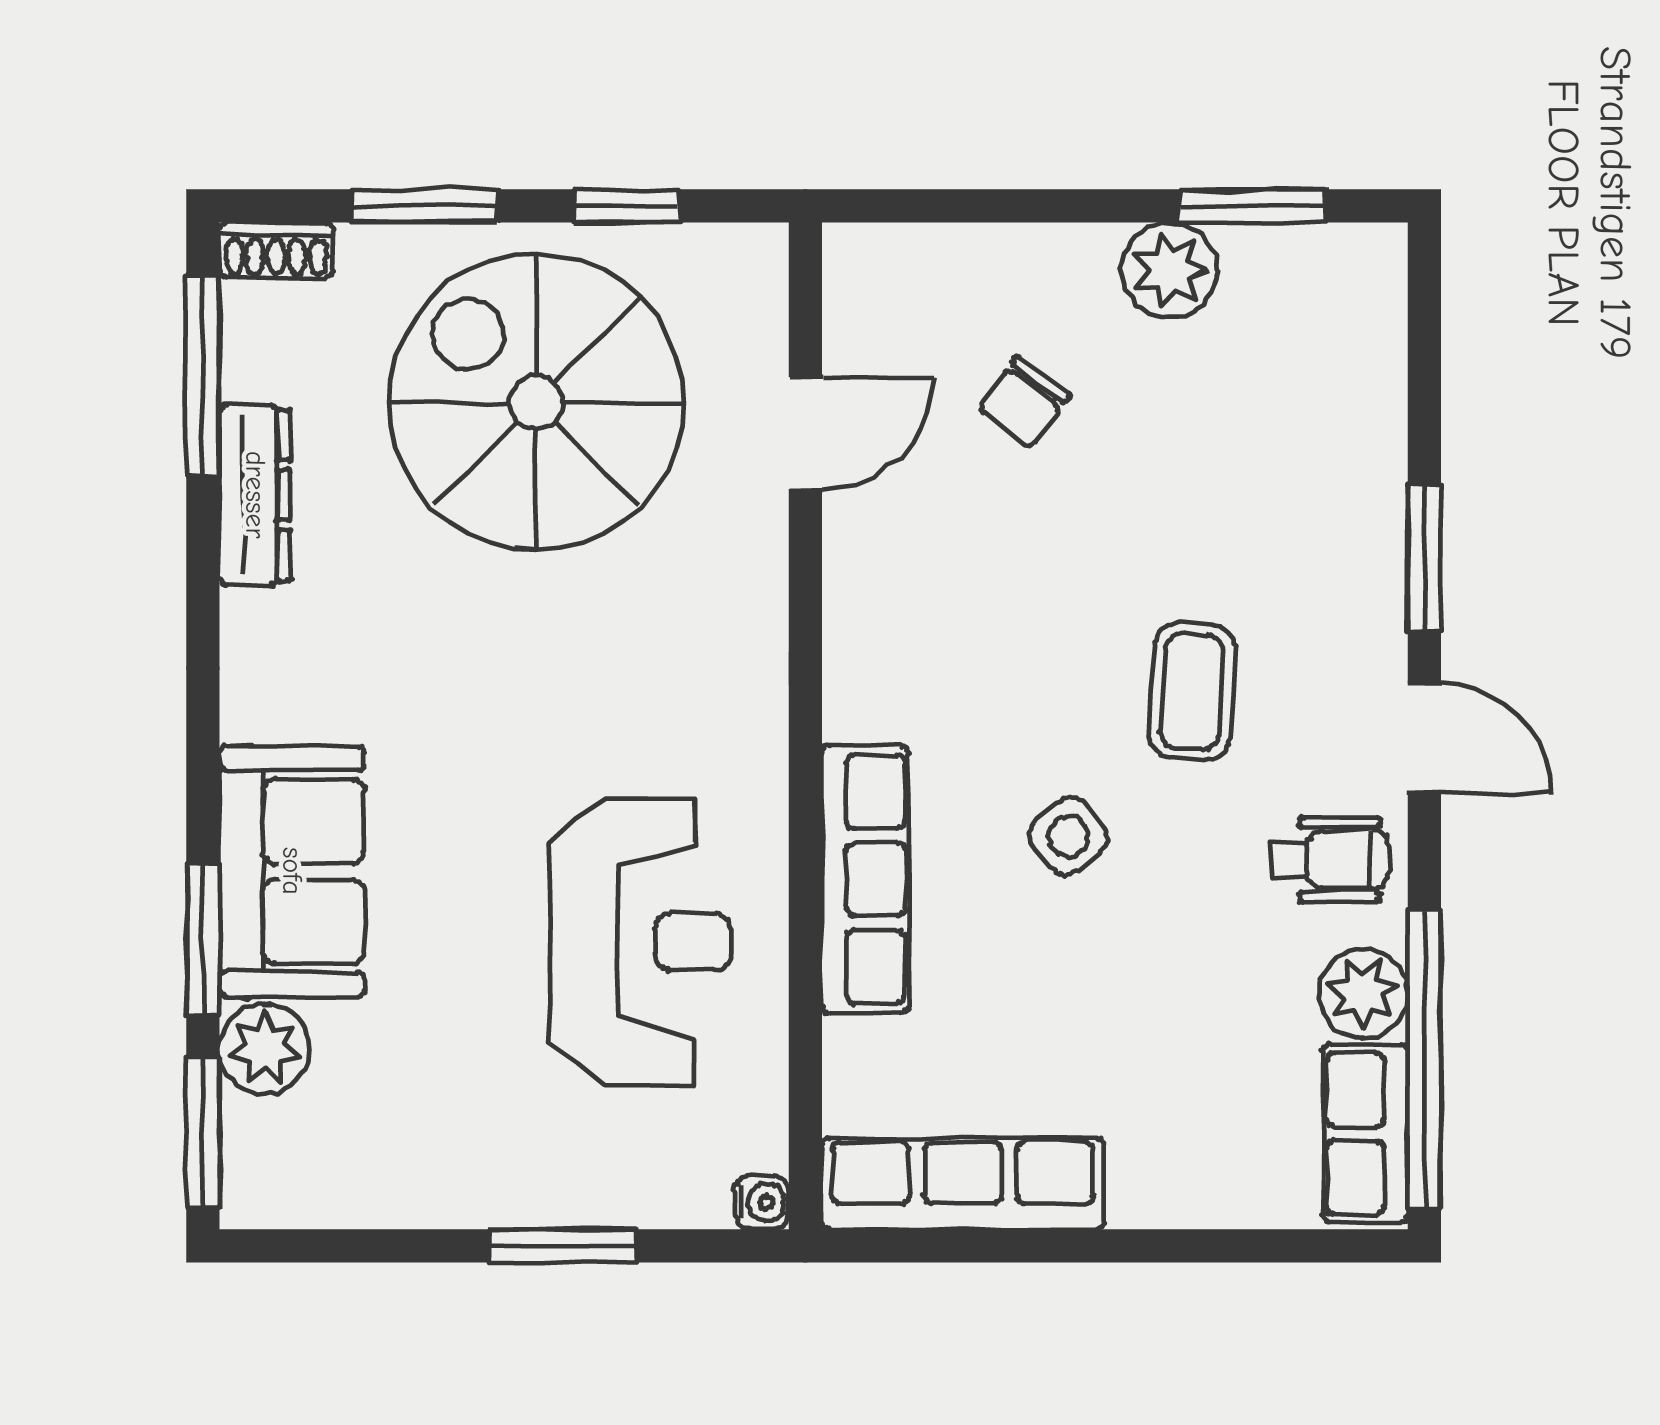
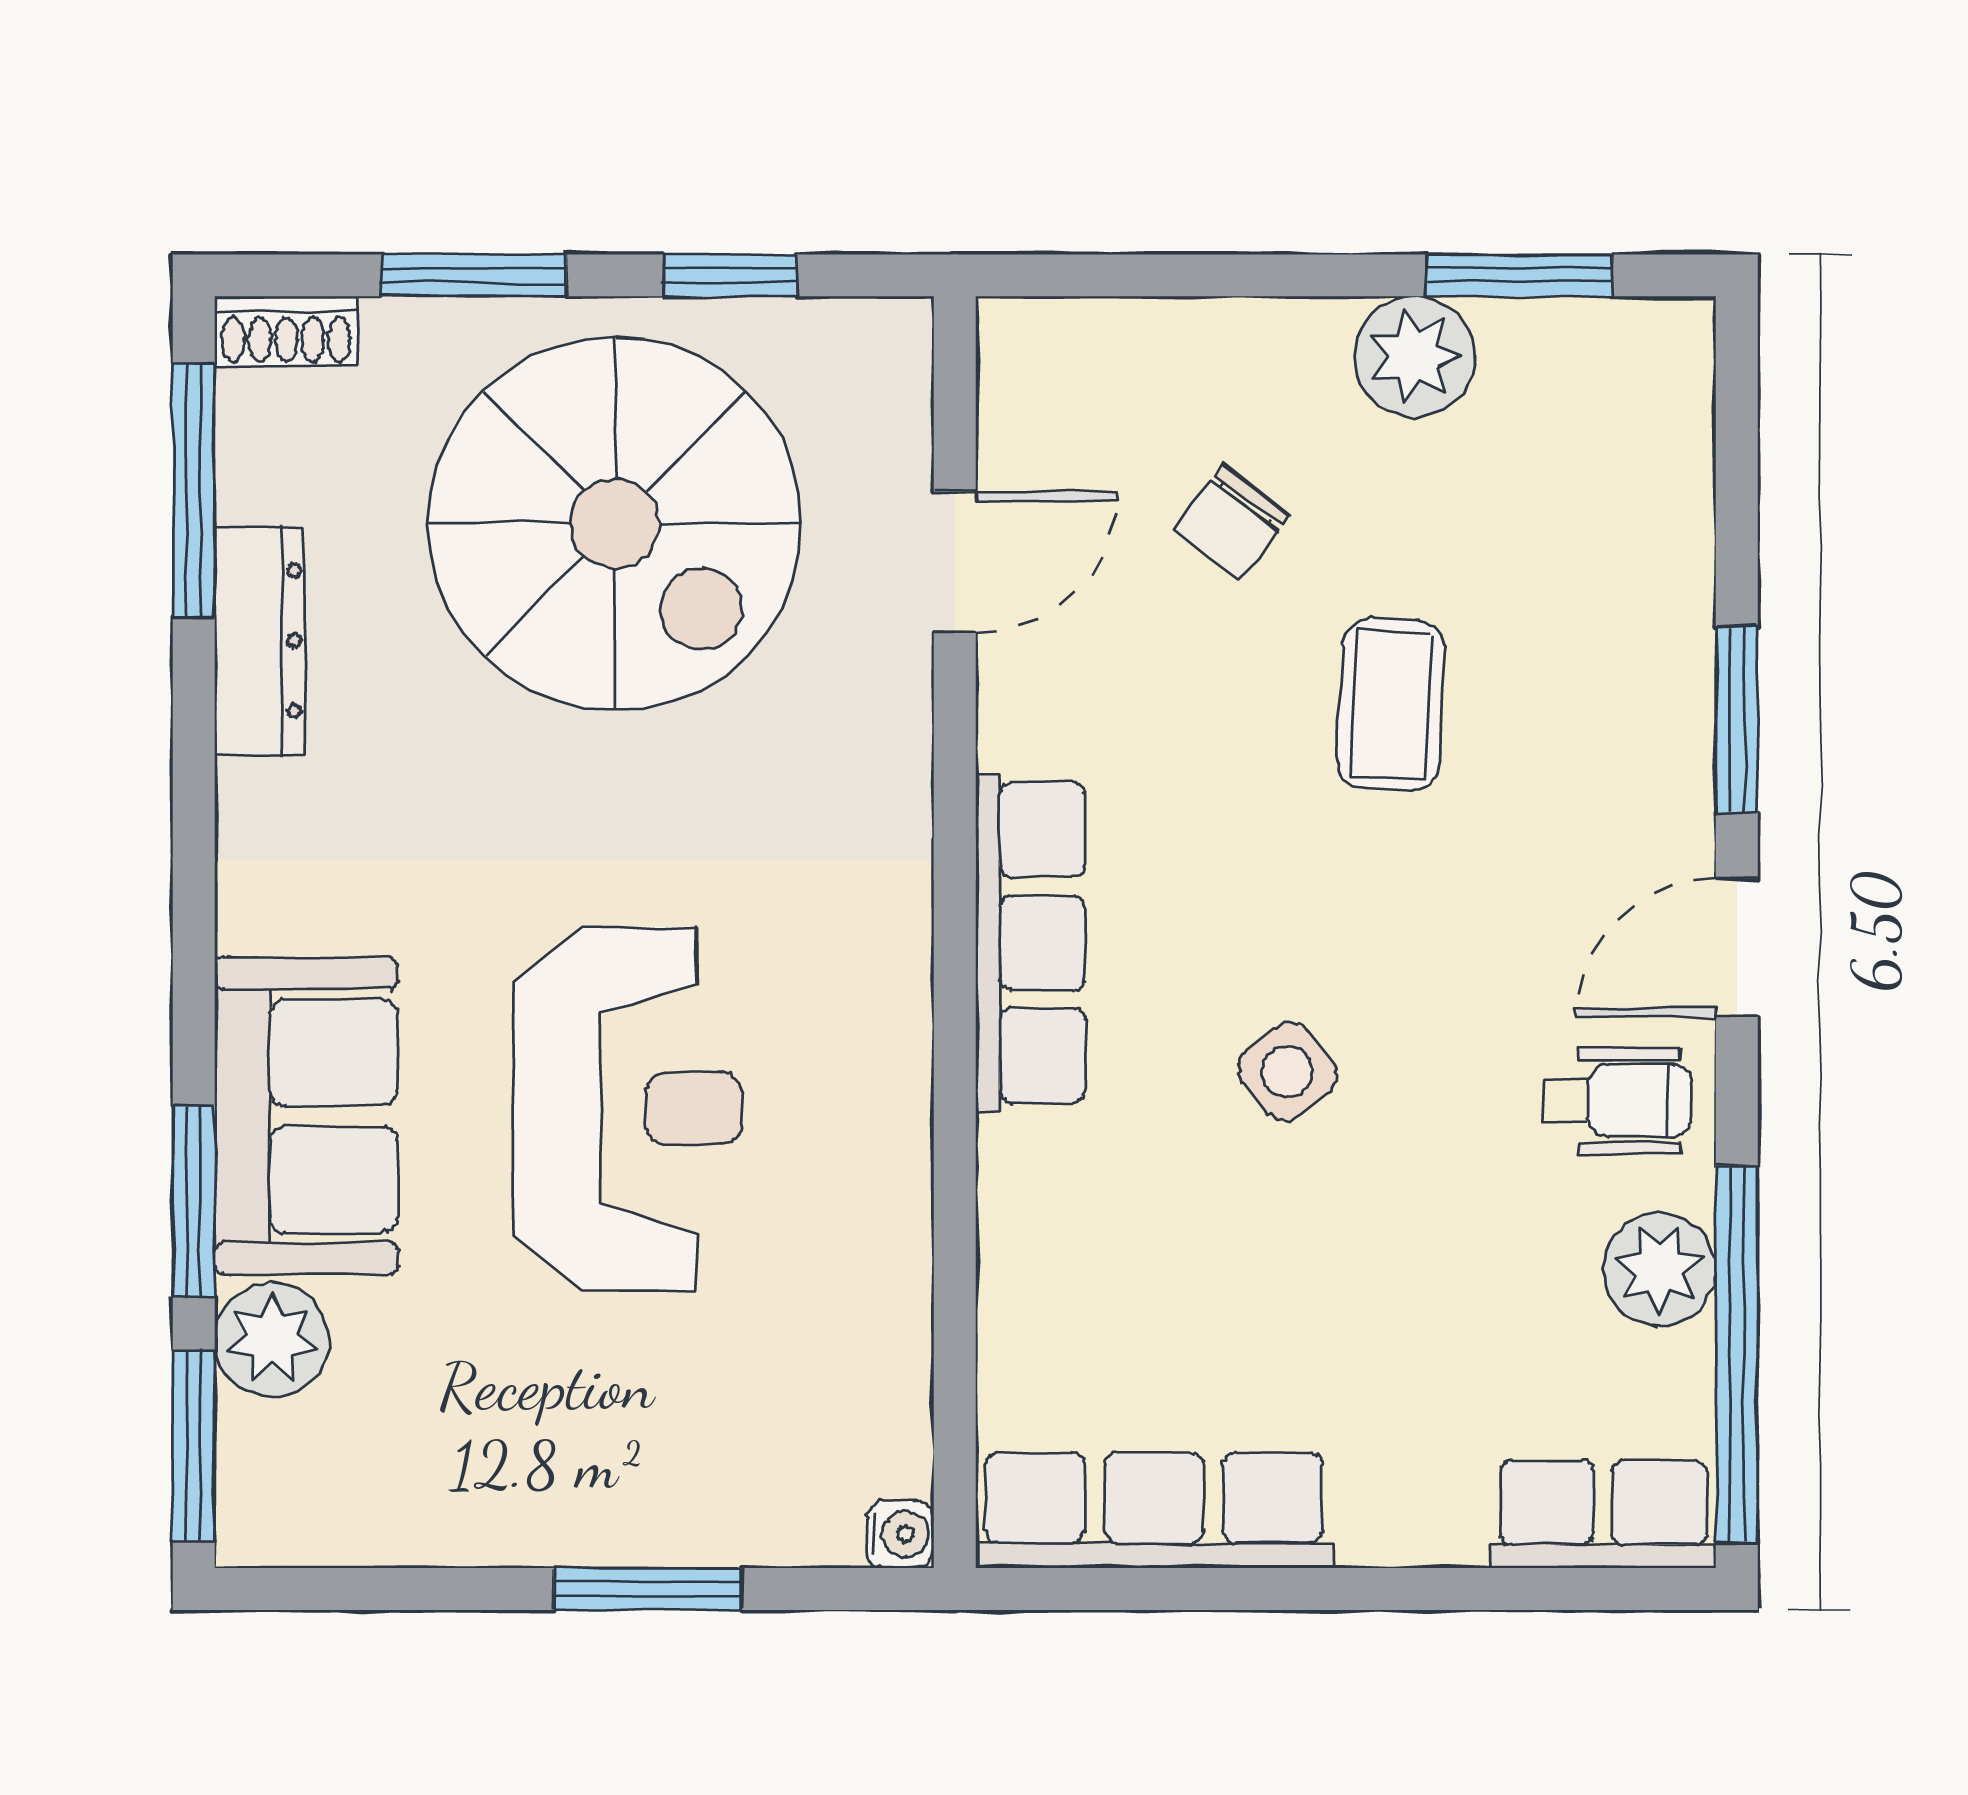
spiral stairs: (536, 402) -> (615, 523), turned 180
coffee table: (1192, 692) -> (1391, 705), moved
door: (1424, 738) -> (1737, 947), swing flipped
row of seats: (865, 879) -> (1030, 943), moved
reception desk: (640, 942) -> (628, 1109), moved
row of seats: (1365, 1134) -> (1603, 1514), moved, turned 90

